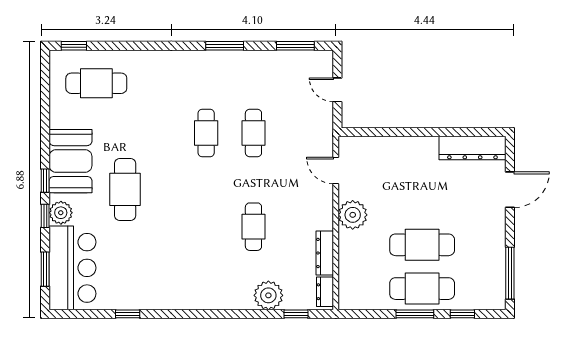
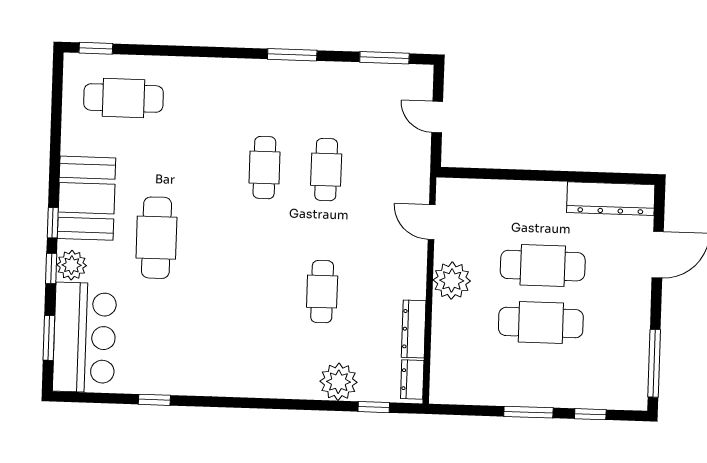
cafe table: (422, 289) -> (543, 266), moved

